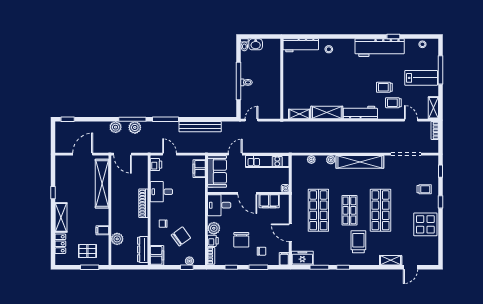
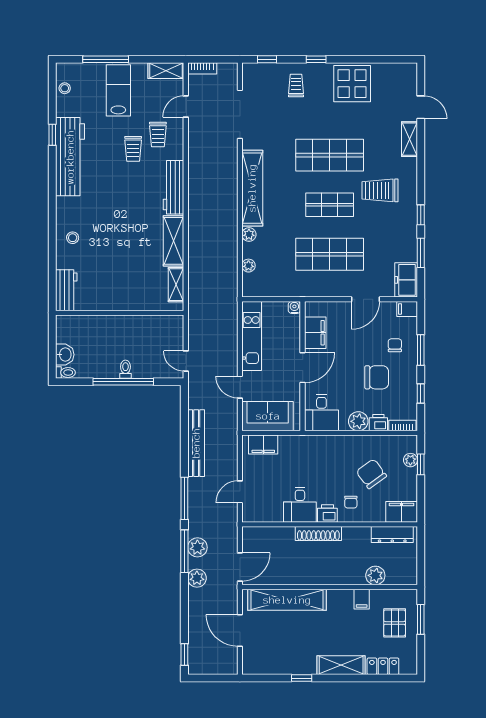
workbench: (301, 45) -> (66, 290), width x0.73
printer: (156, 165) -> (327, 513), moved

